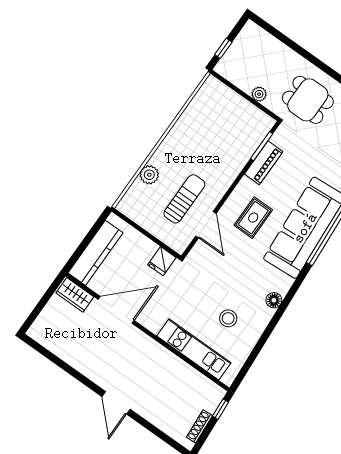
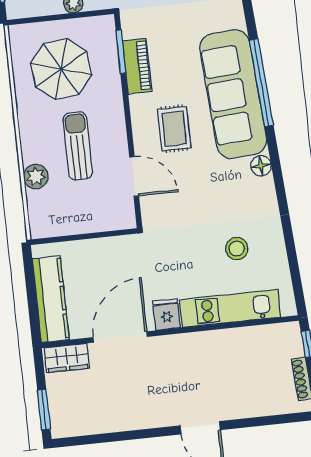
parasol: (218, 126) -> (61, 69), added
sun lounger: (184, 199) -> (78, 146), moved
fridge: (162, 261) -> (167, 314), moved, turned 180
floor lamp: (274, 300) -> (261, 166), moved
window: (35, 313) -> (44, 410), added

